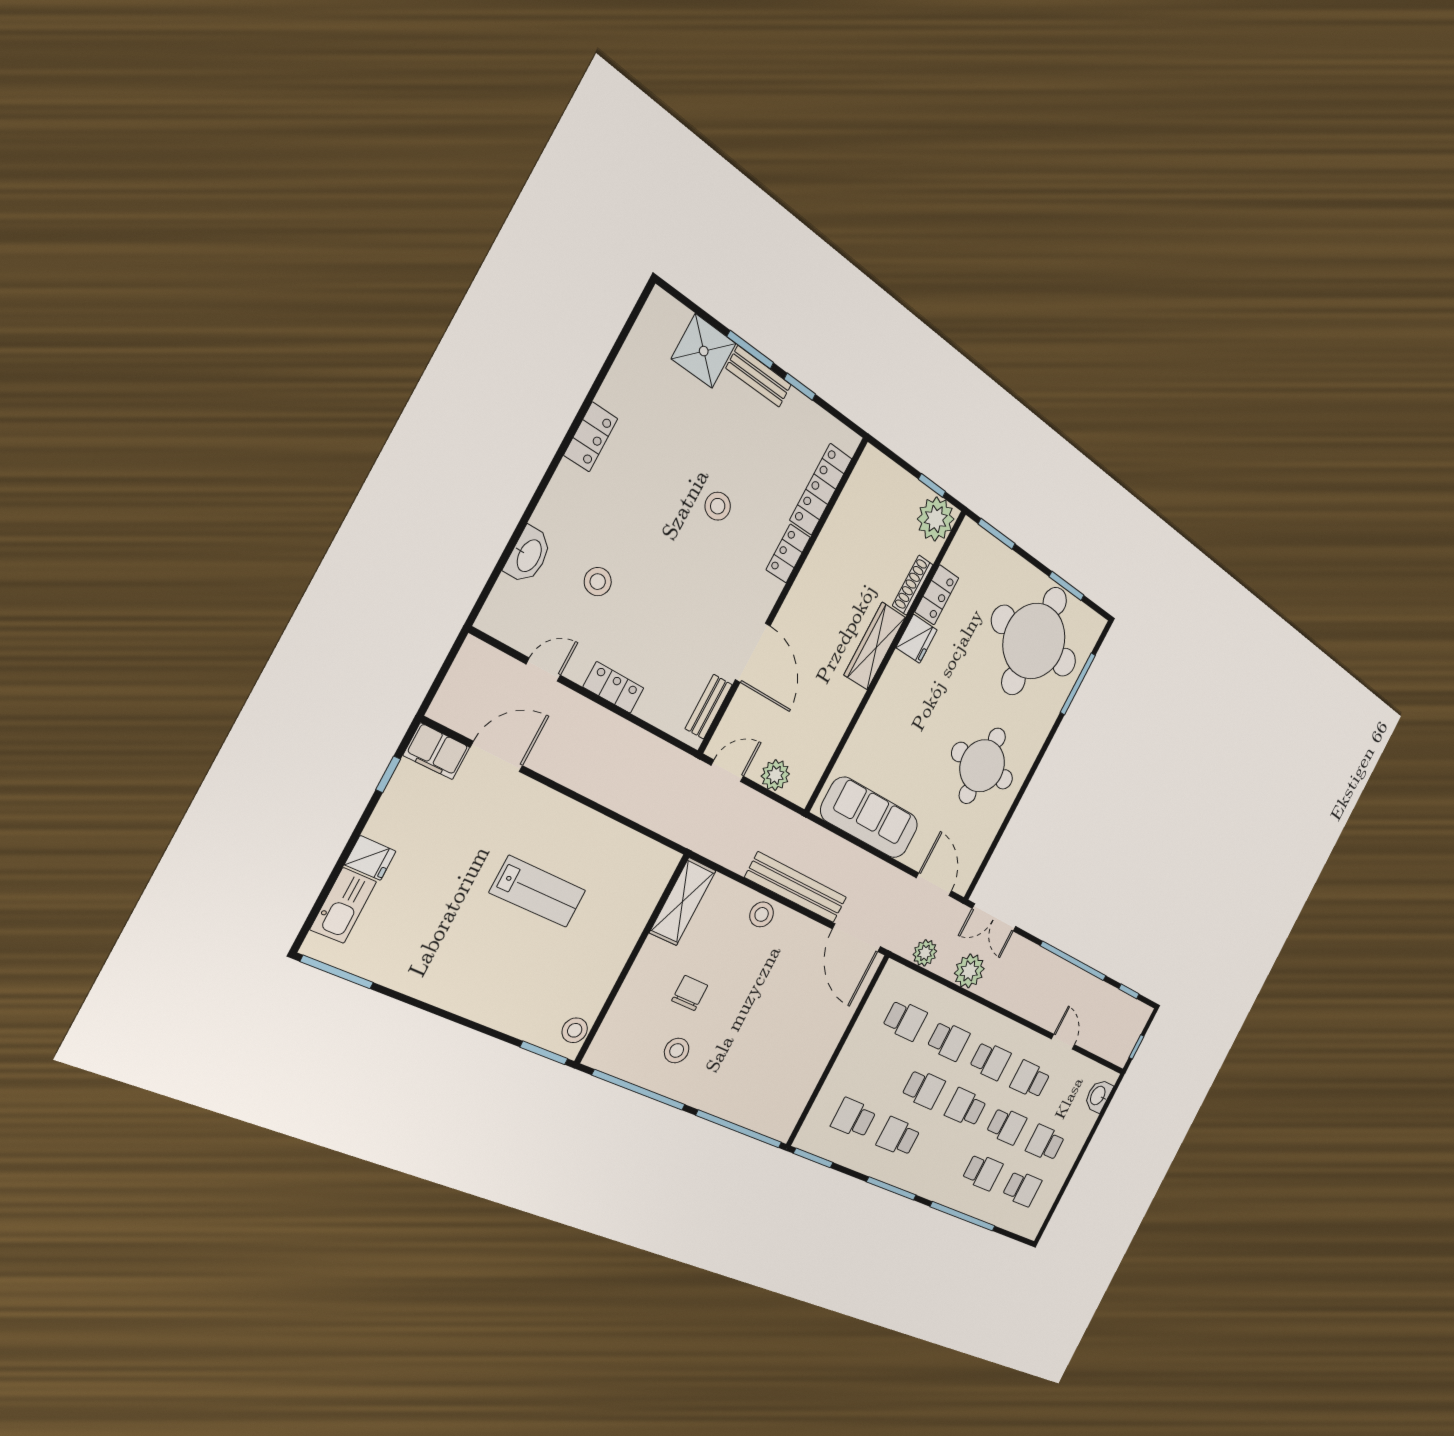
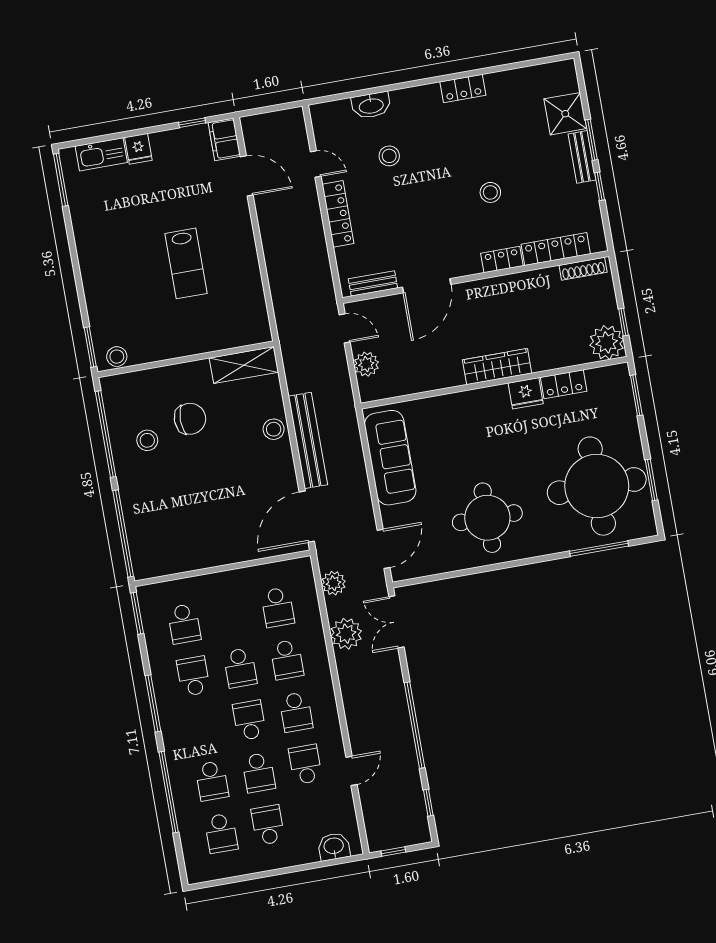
shoe rack: (913, 585) -> (583, 269), moved, turned 180
locker: (614, 687) -> (338, 214), width x1.53
chair: (690, 993) -> (190, 419), width x1.37, depth x1.37
school desk: (854, 1118) -> (184, 624), turned 180

